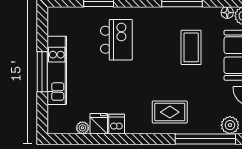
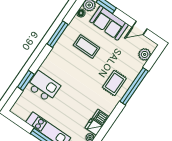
kitchen island: (116, 40) -> (44, 86), moved
window: (205, 139) -> (134, 86), moved

